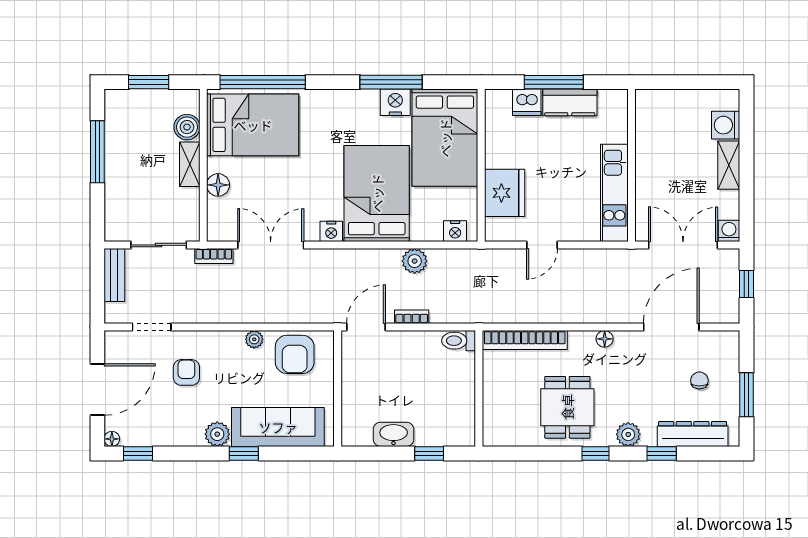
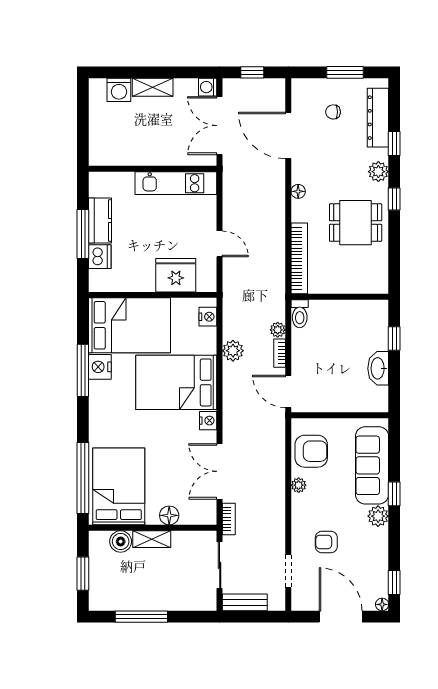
plant: (440, 314) -> (278, 330), added

